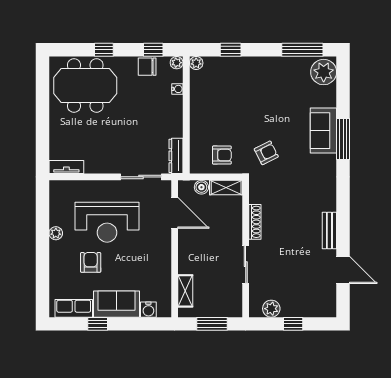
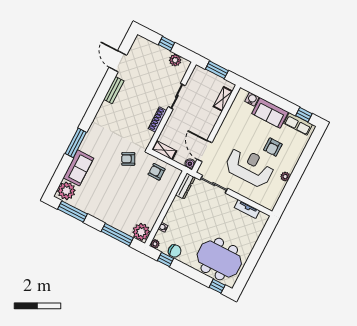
window: (104, 50) -> (217, 286), moved
window: (231, 50) -> (117, 235), width x2.17
plant: (196, 63) -> (141, 232), width x1.87, depth x1.87
sofa: (323, 131) -> (78, 168), moved
tv unit: (66, 167) -> (247, 209), moved
boiler: (201, 187) -> (190, 164), moved
window: (98, 324) -> (304, 115), moved

